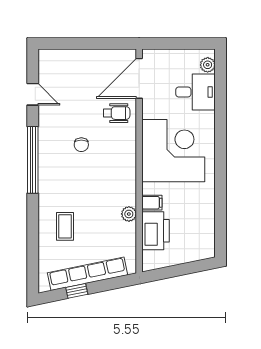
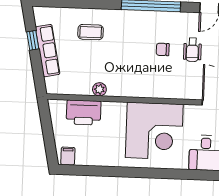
wheelchair: (117, 113) -> (192, 50), moved
filing cabinet: (152, 203) -> (68, 156), moved, turned 180
row of seats: (88, 274) -> (48, 51), width x0.73

